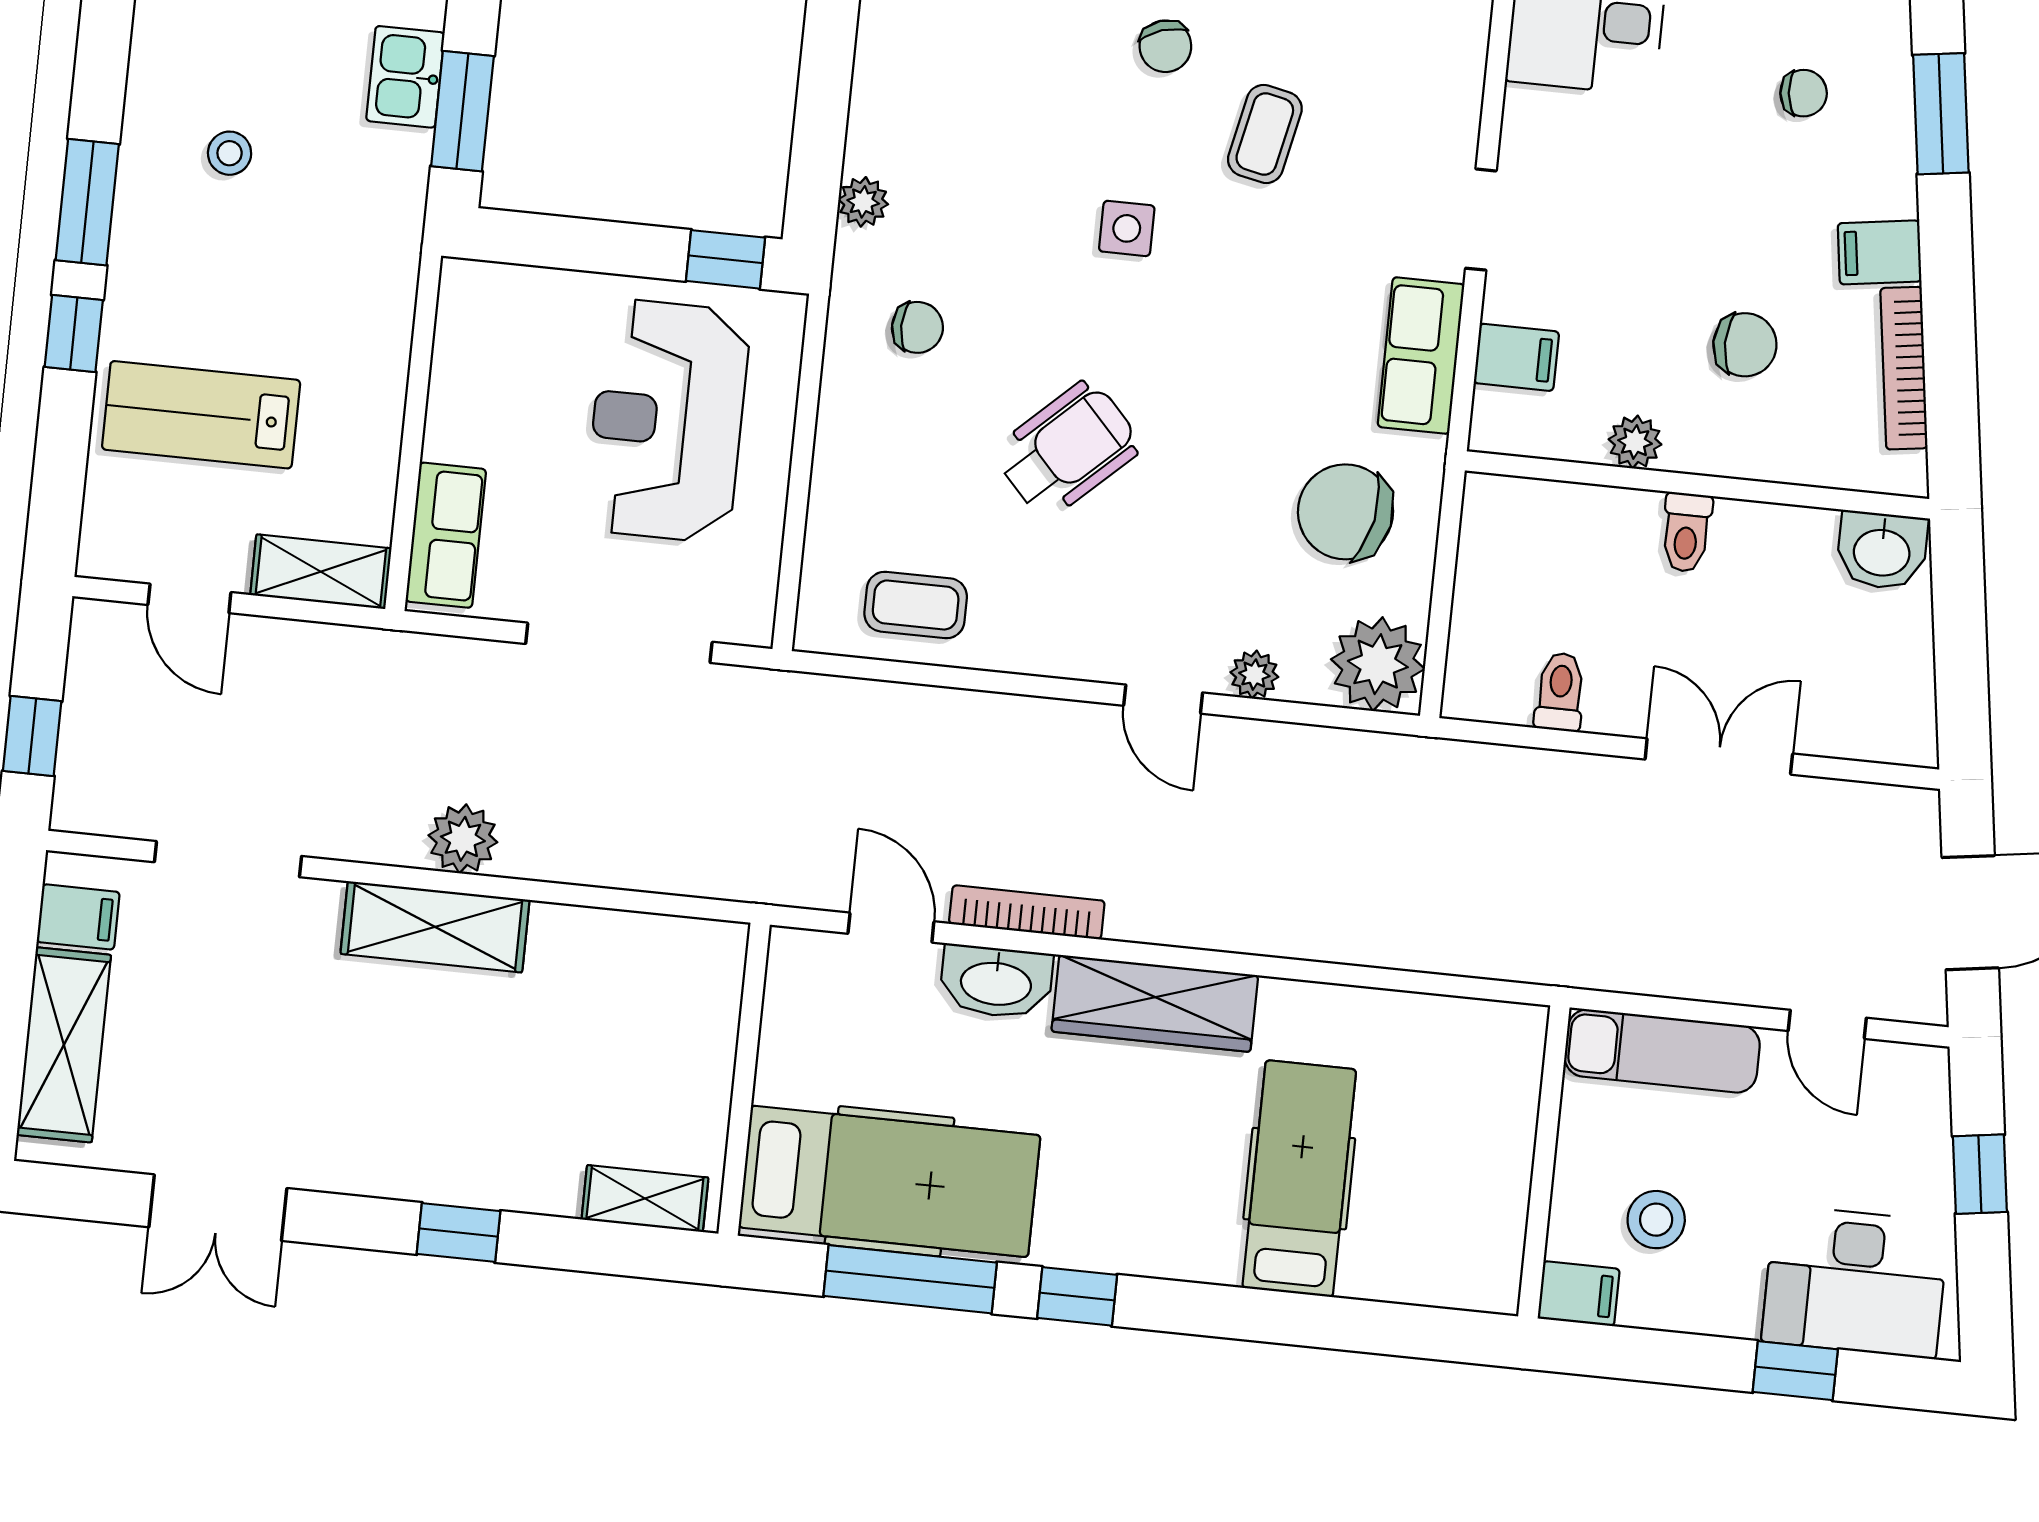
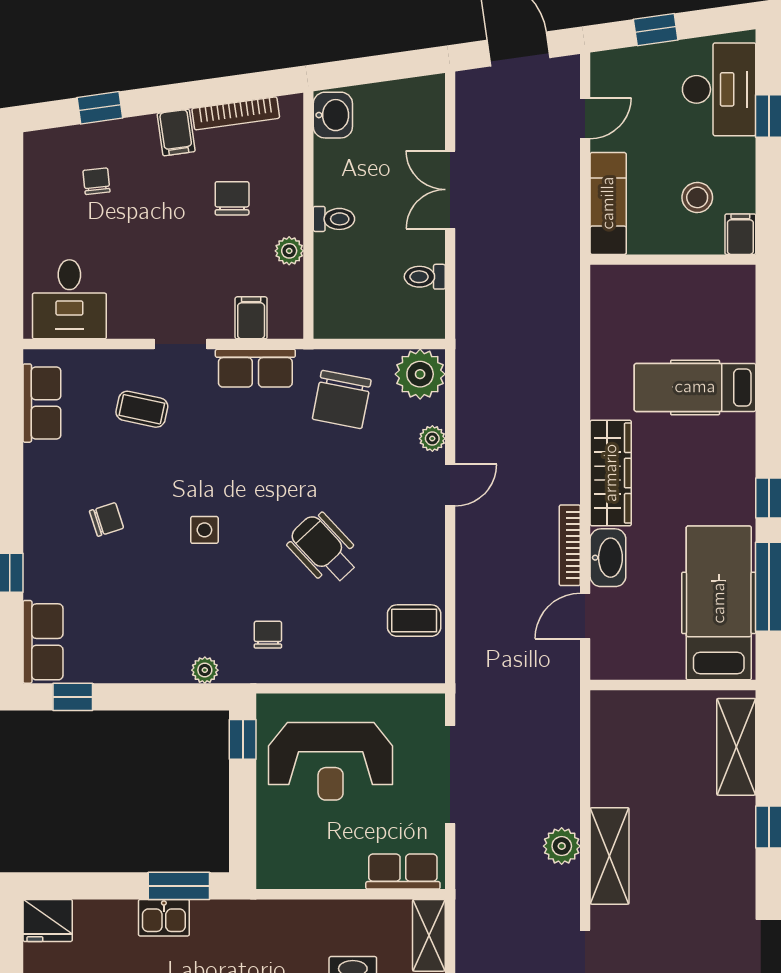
window: (1941, 114) -> (100, 108), width x0.67
coffee table: (1265, 134) -> (142, 409), moved
coffee table: (916, 605) -> (414, 621), turned 90
shelving: (645, 1199) -> (736, 747), width x1.50, depth x1.33

